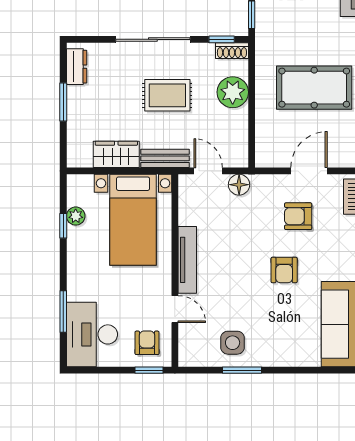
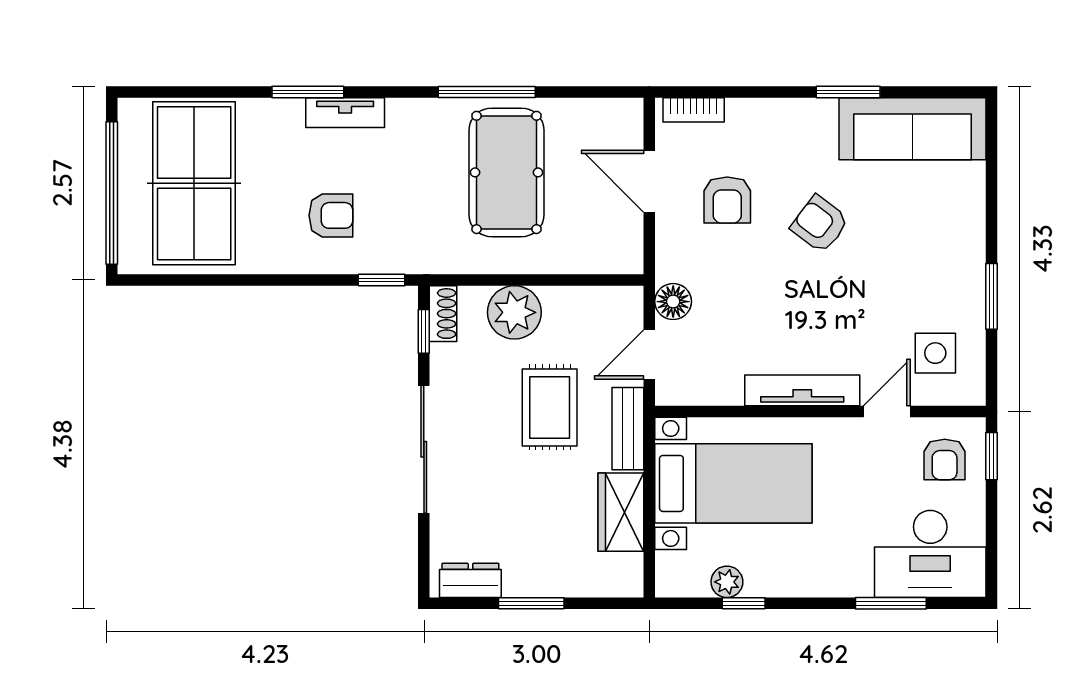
rug: (167, 95) -> (550, 407), moved
armchair: (284, 270) -> (820, 224), turned -143
armchair: (147, 343) -> (945, 459), turned -90
side table: (233, 343) -> (935, 353), moved

